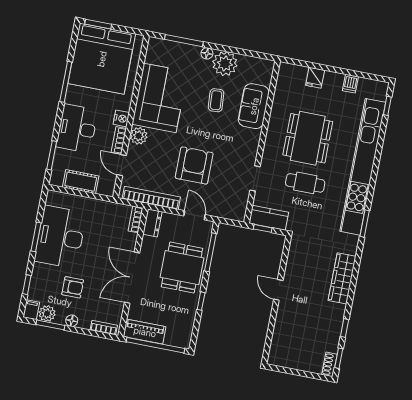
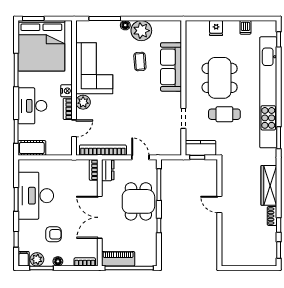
sofa: (254, 106) -> (171, 67), width x1.36
door: (122, 165) -> (74, 128), swing flipped
armchair: (194, 165) -> (132, 117), removed
cot: (81, 182) -> (32, 148), moved
shoe rack: (329, 364) -> (272, 216), moved

